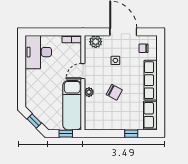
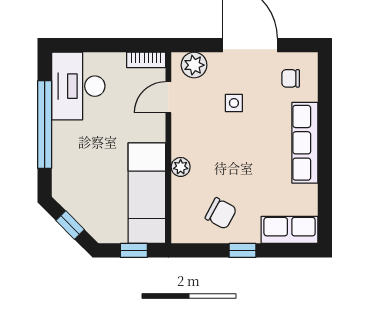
window: (22, 71) -> (45, 124), added
door: (83, 71) -> (168, 97), moved
chair: (114, 92) -> (221, 213), moved
row of seats: (150, 115) -> (290, 230), moved, turned 90
window: (131, 134) -> (242, 250), moved

